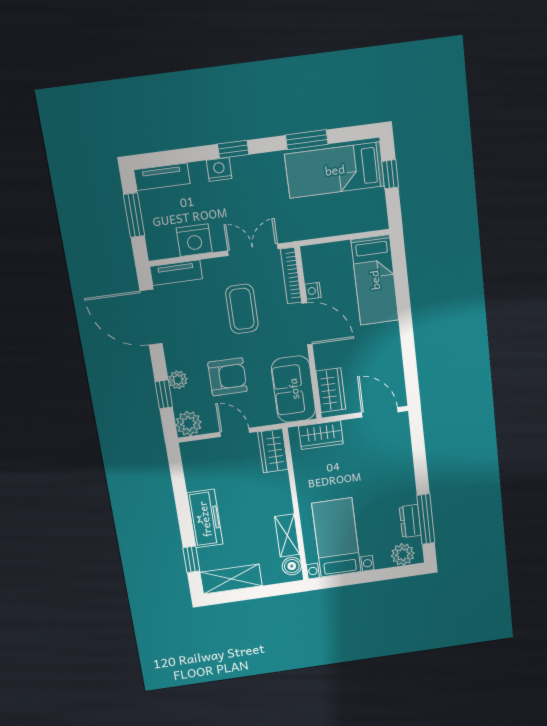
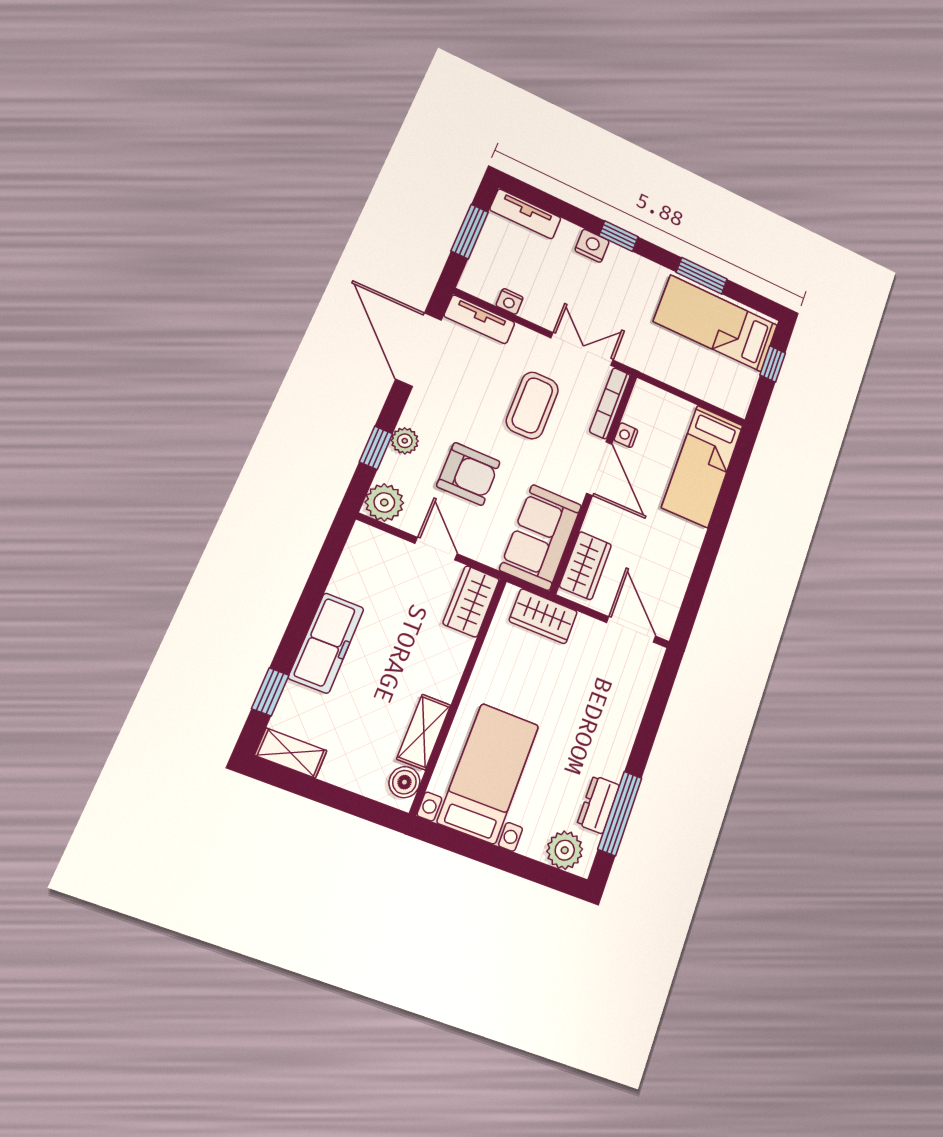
nightstand: (194, 240) -> (510, 301), width x0.53, depth x0.56
shelving: (231, 579) -> (291, 753), width x0.67, depth x0.75

